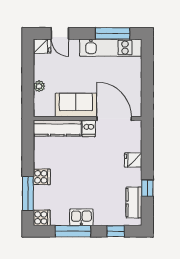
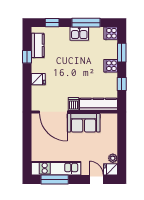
plant: (39, 86) -> (113, 158), moved
window: (28, 154) -> (122, 84), added
window: (28, 193) -> (122, 53), width x0.69

